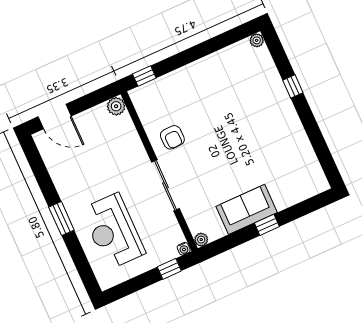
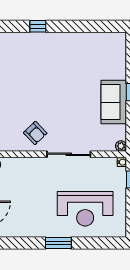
armchair: (172, 137) -> (35, 133), turned 47

